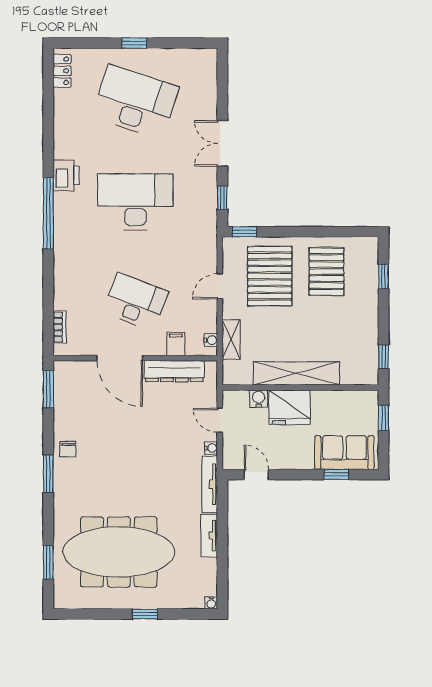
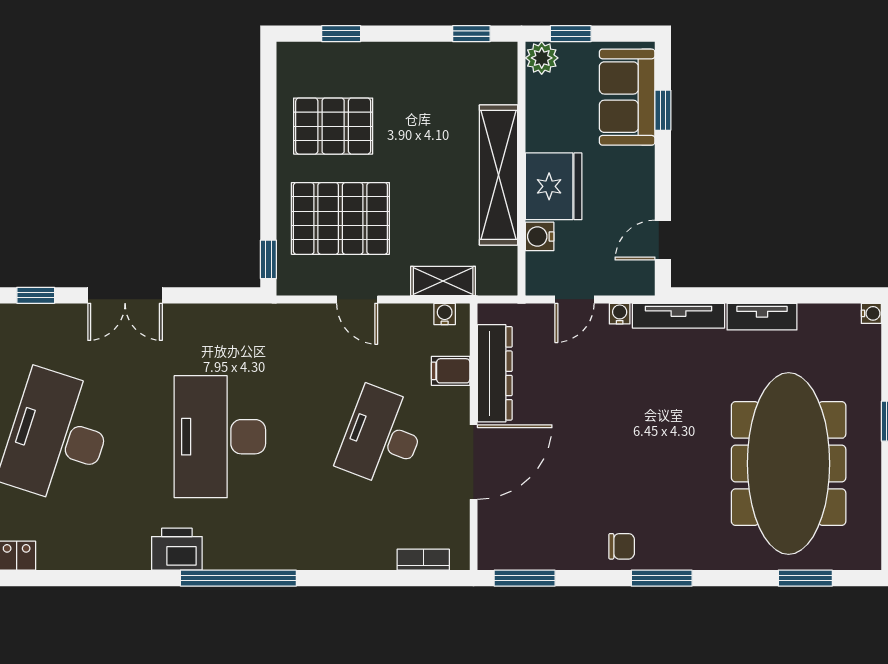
window: (222, 198) -> (36, 295), moved
plant: (368, 400) -> (542, 58), added

